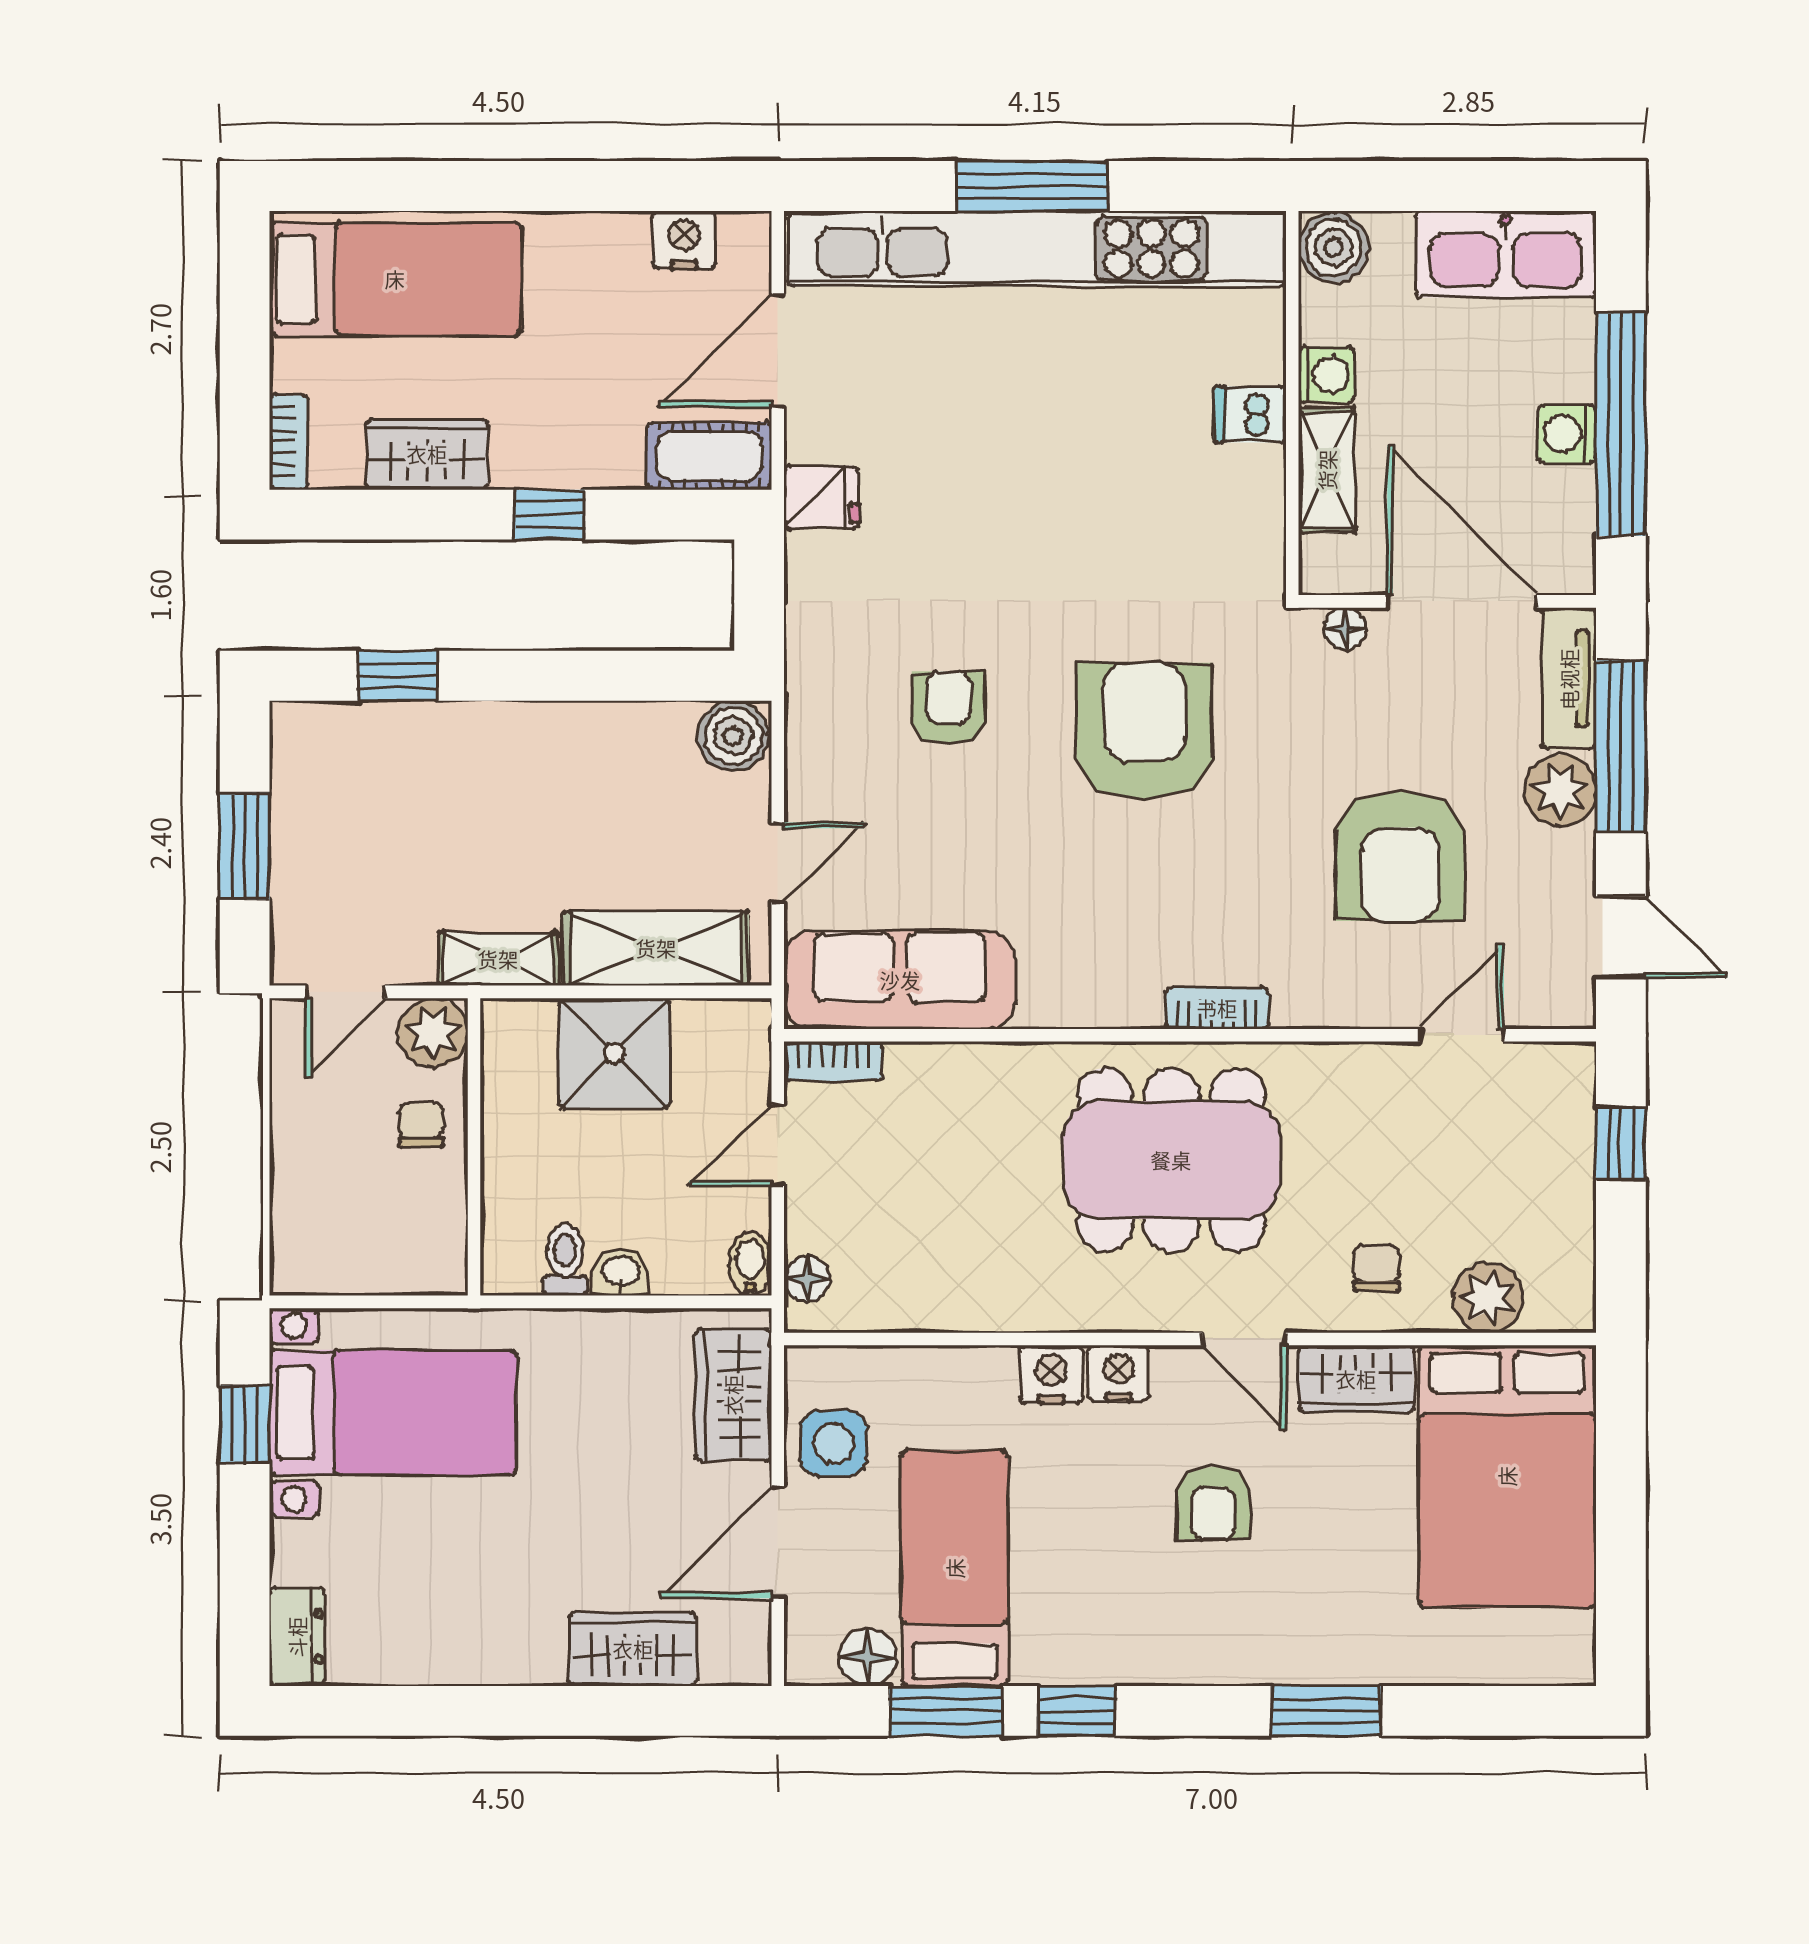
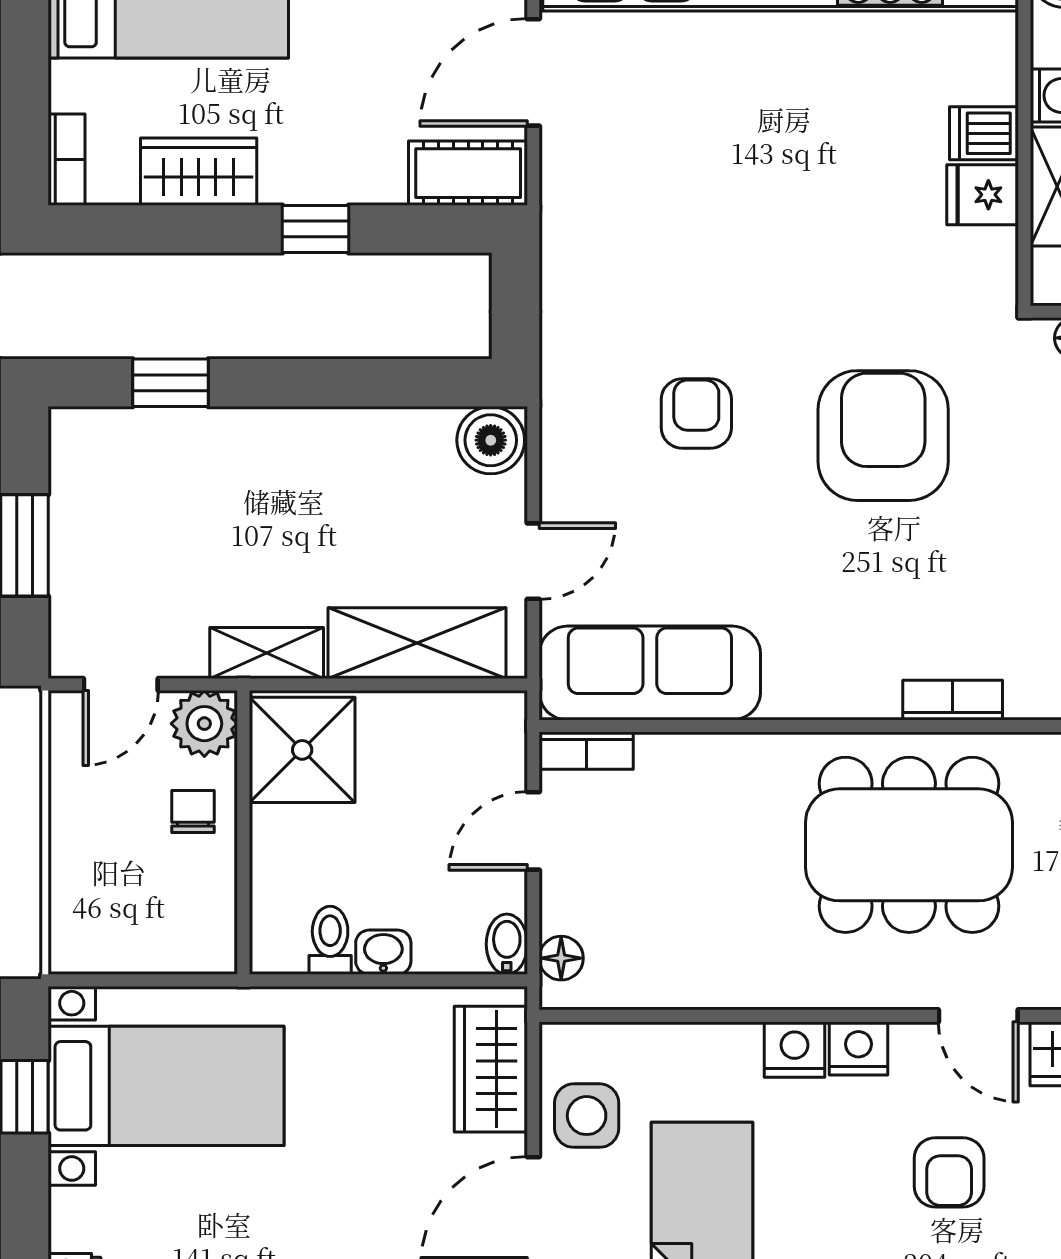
fridge: (821, 497) -> (983, 195), moved, turned 180
shower: (614, 1053) -> (302, 750), moved

